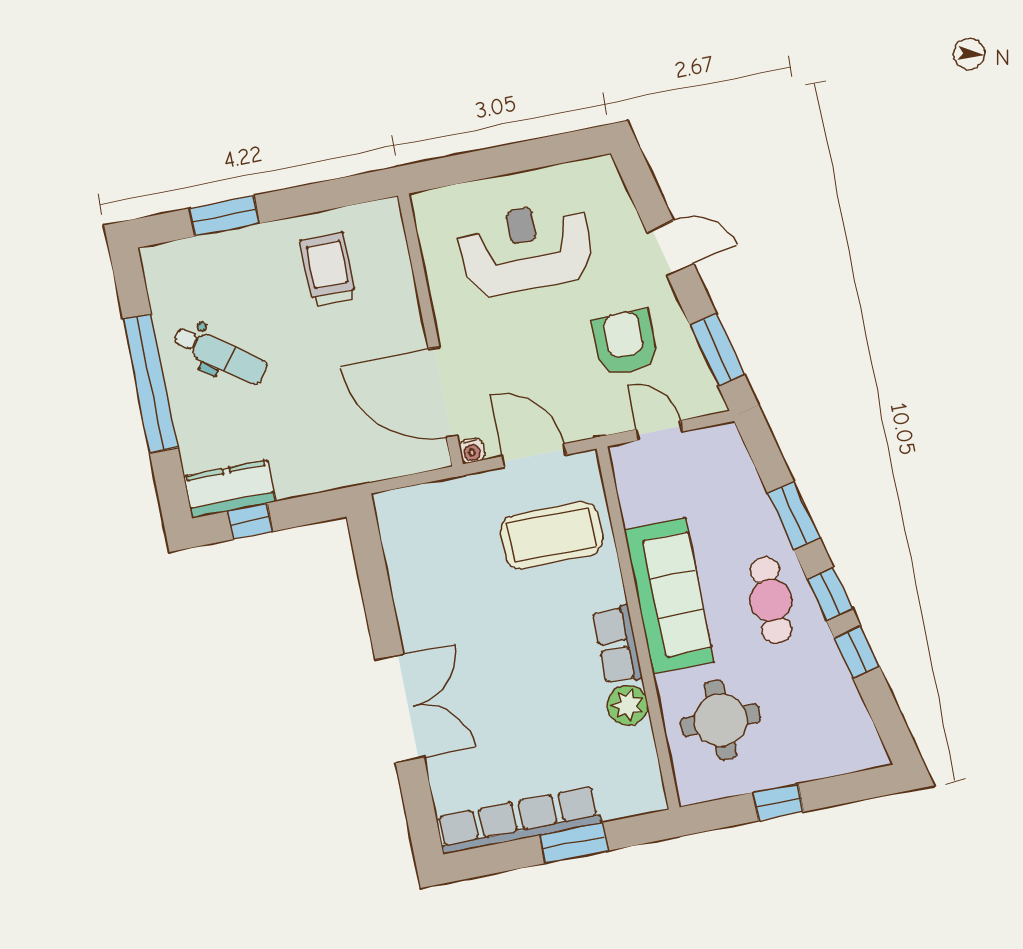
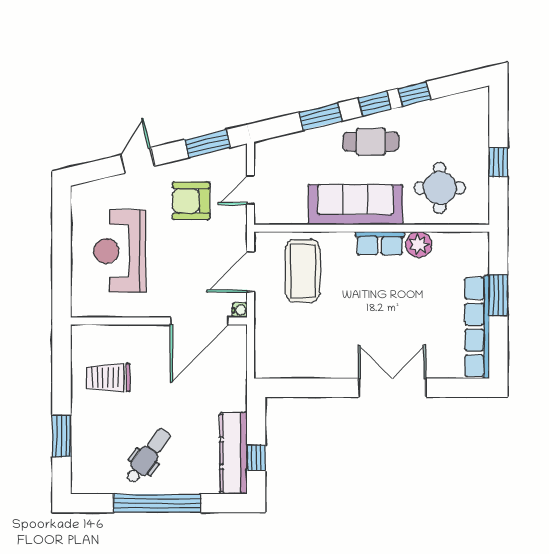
kitchen counter: (230, 489) -> (233, 453), width x1.50

